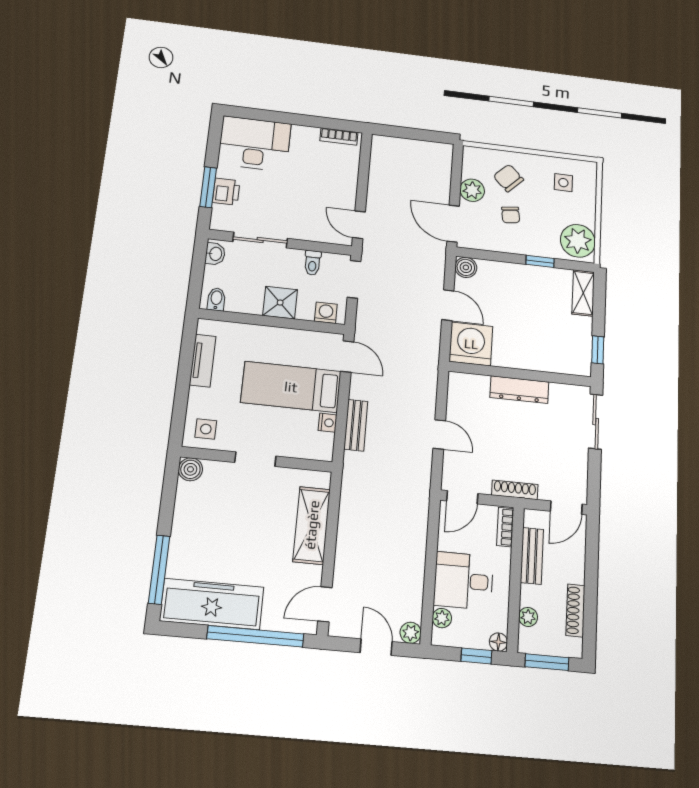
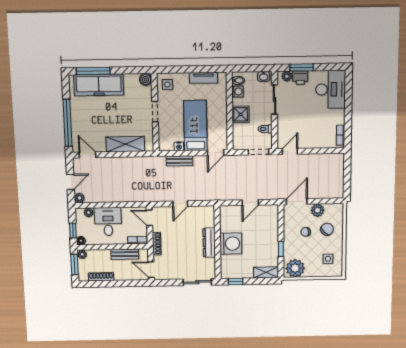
plant: (220, 214) -> (287, 76), added
boiler: (466, 267) -> (273, 210), removed
washing machine: (326, 313) -> (238, 92), moved
washing machine: (471, 344) -> (231, 244), moved
freezer: (212, 604) -> (99, 85), moved, turned 90
plant: (528, 617) -> (82, 254), moved

